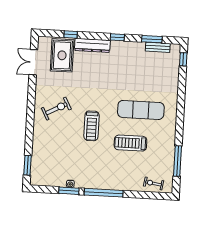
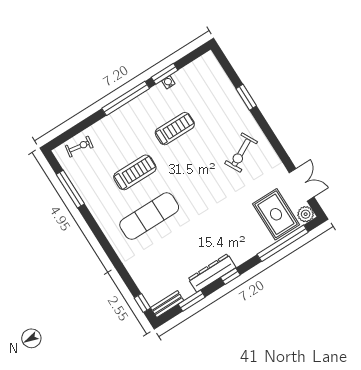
window: (71, 35) -> (283, 243), width x3.17
plant: (44, 42) -> (306, 214), added
dresser: (92, 45) -> (212, 273), moved
bench: (158, 47) -> (167, 304), moved
treadmill: (91, 126) -> (175, 129), moved, turned 90
window: (28, 165) -> (246, 97), moved

